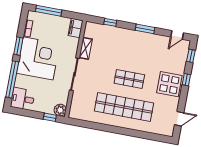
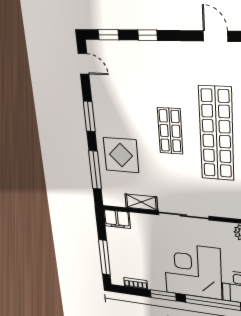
window: (110, 22) -> (95, 170), width x2.17
corner desk: (38, 58) -> (193, 271), moved
display table: (169, 84) -> (121, 155), moved

